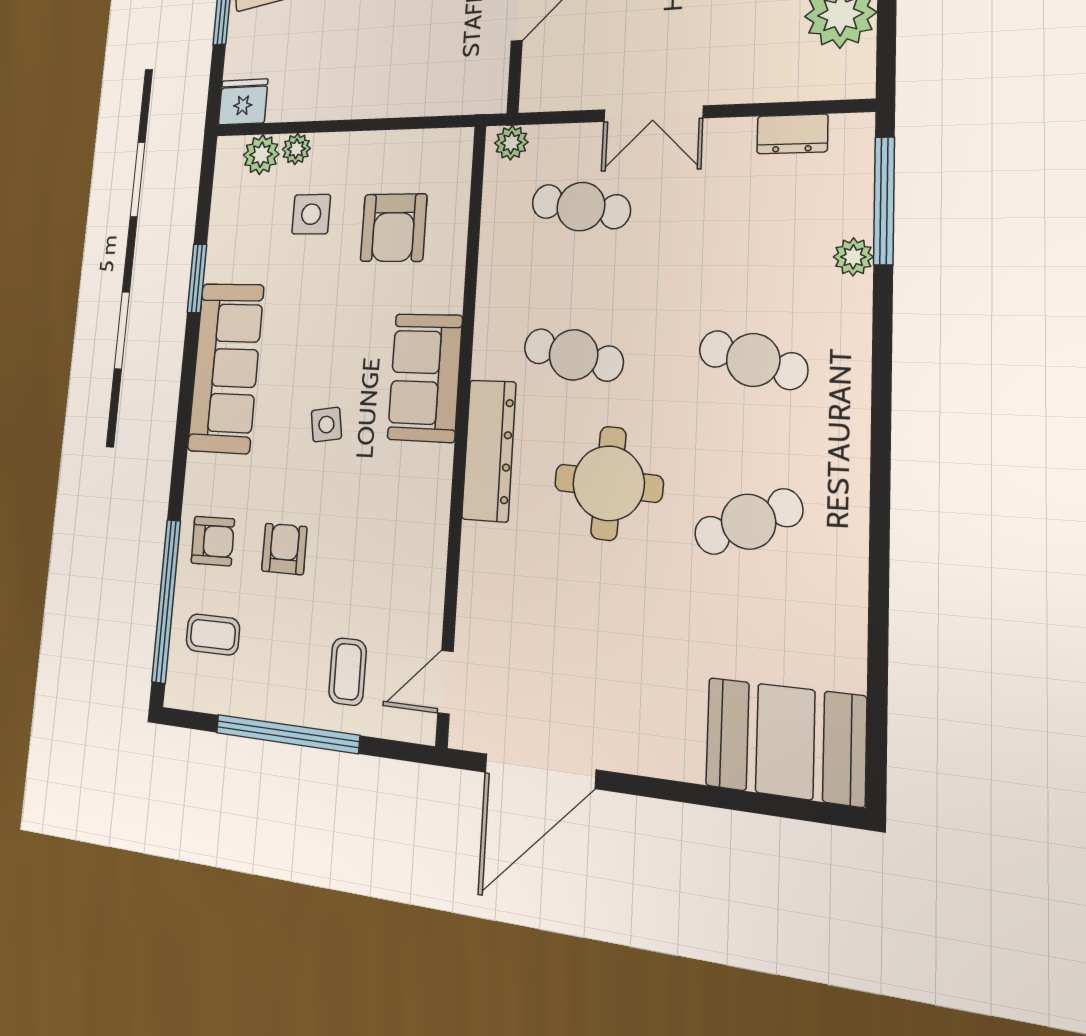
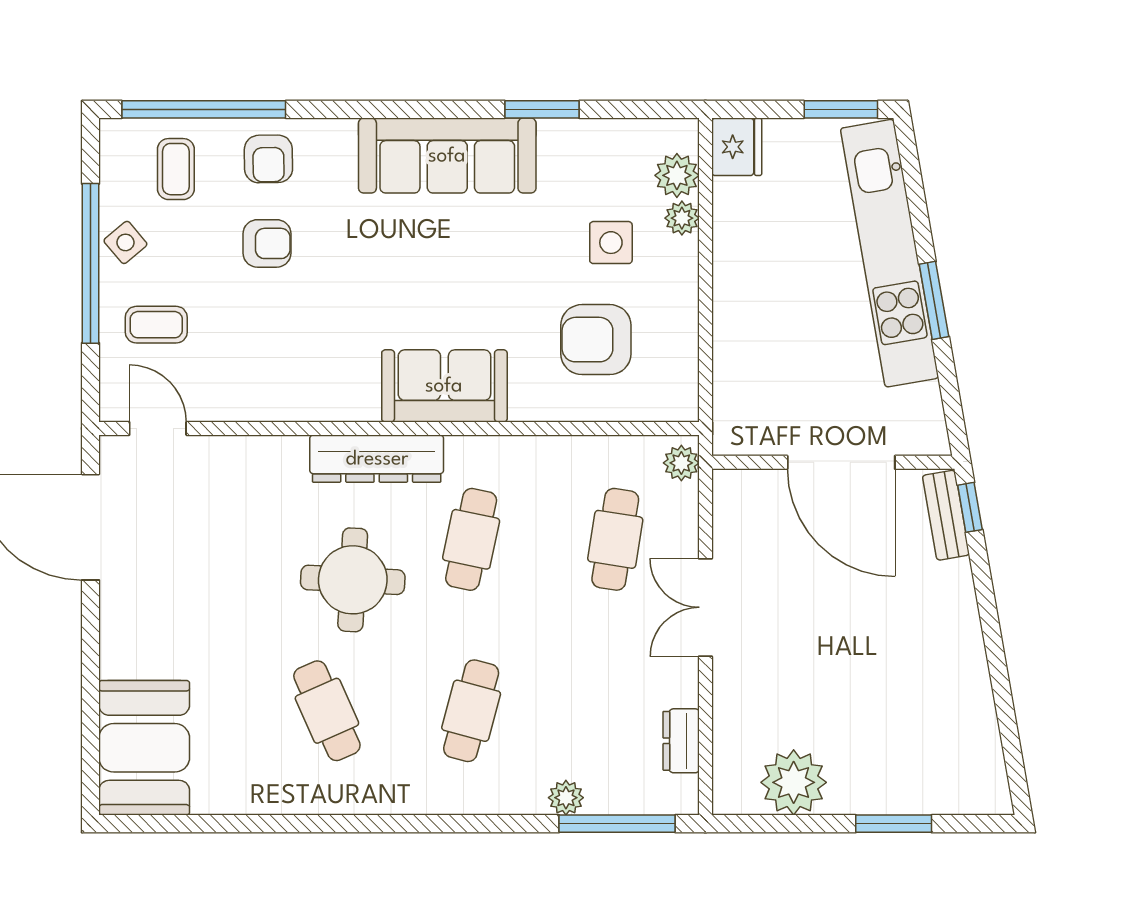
side table: (326, 425) -> (125, 242), moved, turned -31

